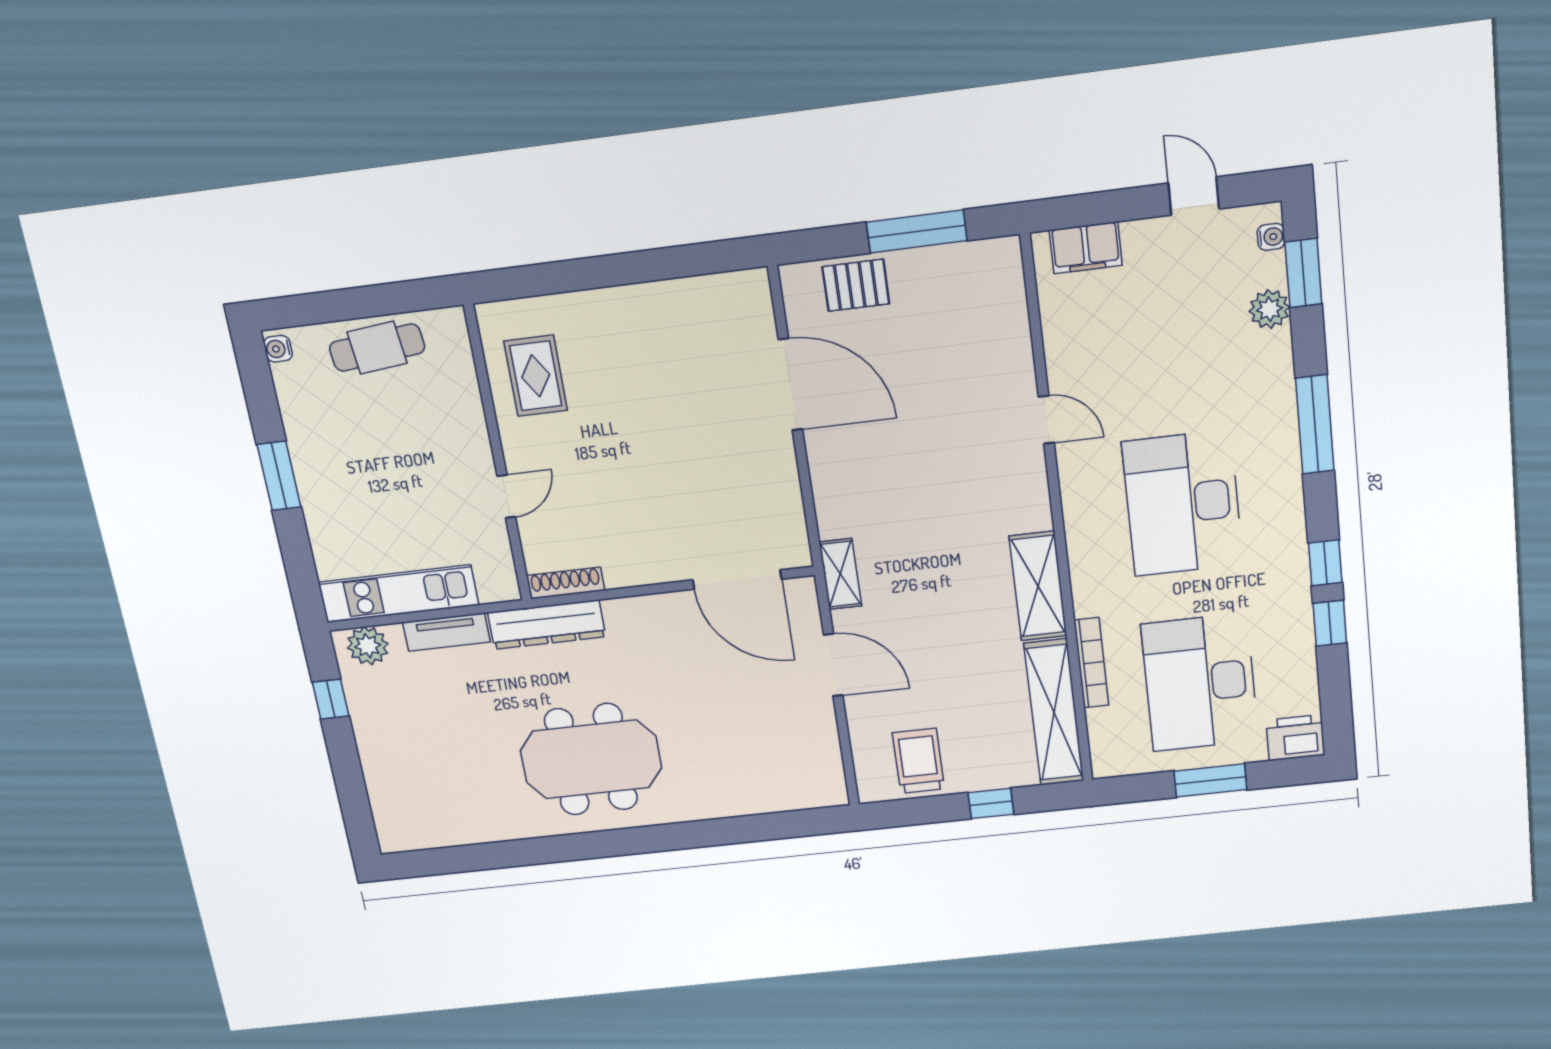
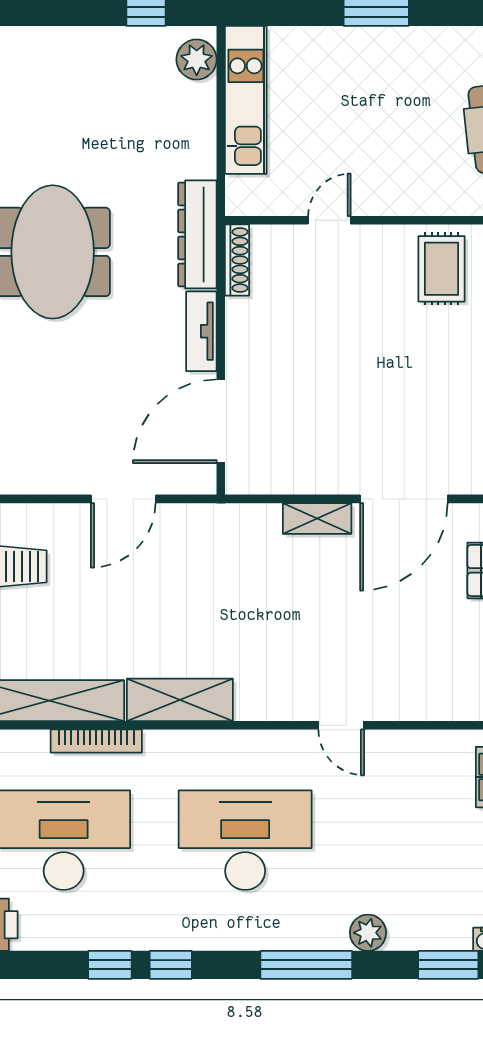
plant: (1269, 309) -> (368, 933), moved
rug: (536, 376) -> (442, 269), turned 90
door: (1046, 420) -> (341, 725), hinge flipped
door: (506, 496) -> (329, 220), swing flipped
shelving: (840, 574) -> (317, 518), moved
tv unit: (446, 632) -> (201, 331), moved

